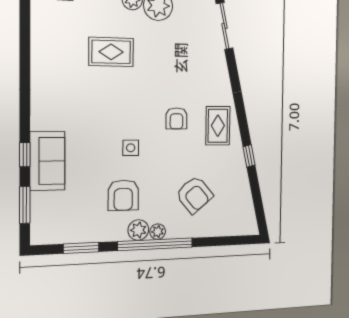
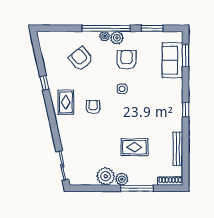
bench: (38, 47) -> (178, 149), added
window: (25, 155) -> (185, 110), moved
sofa: (47, 161) -> (172, 60), moved

